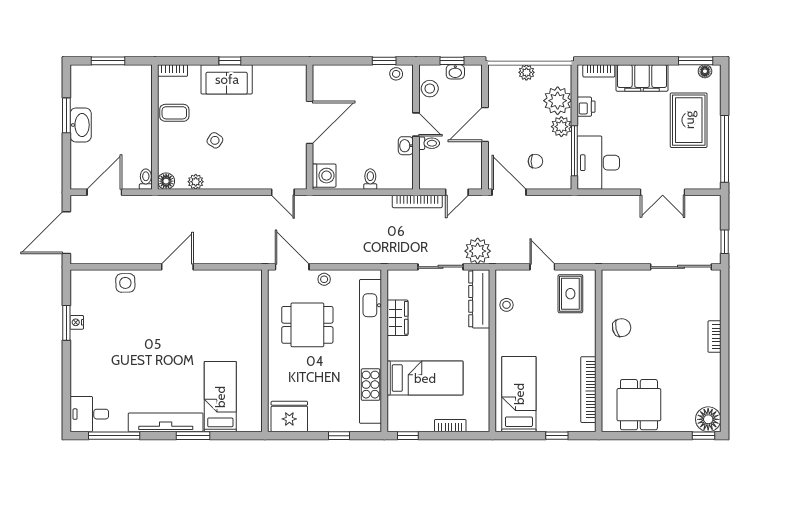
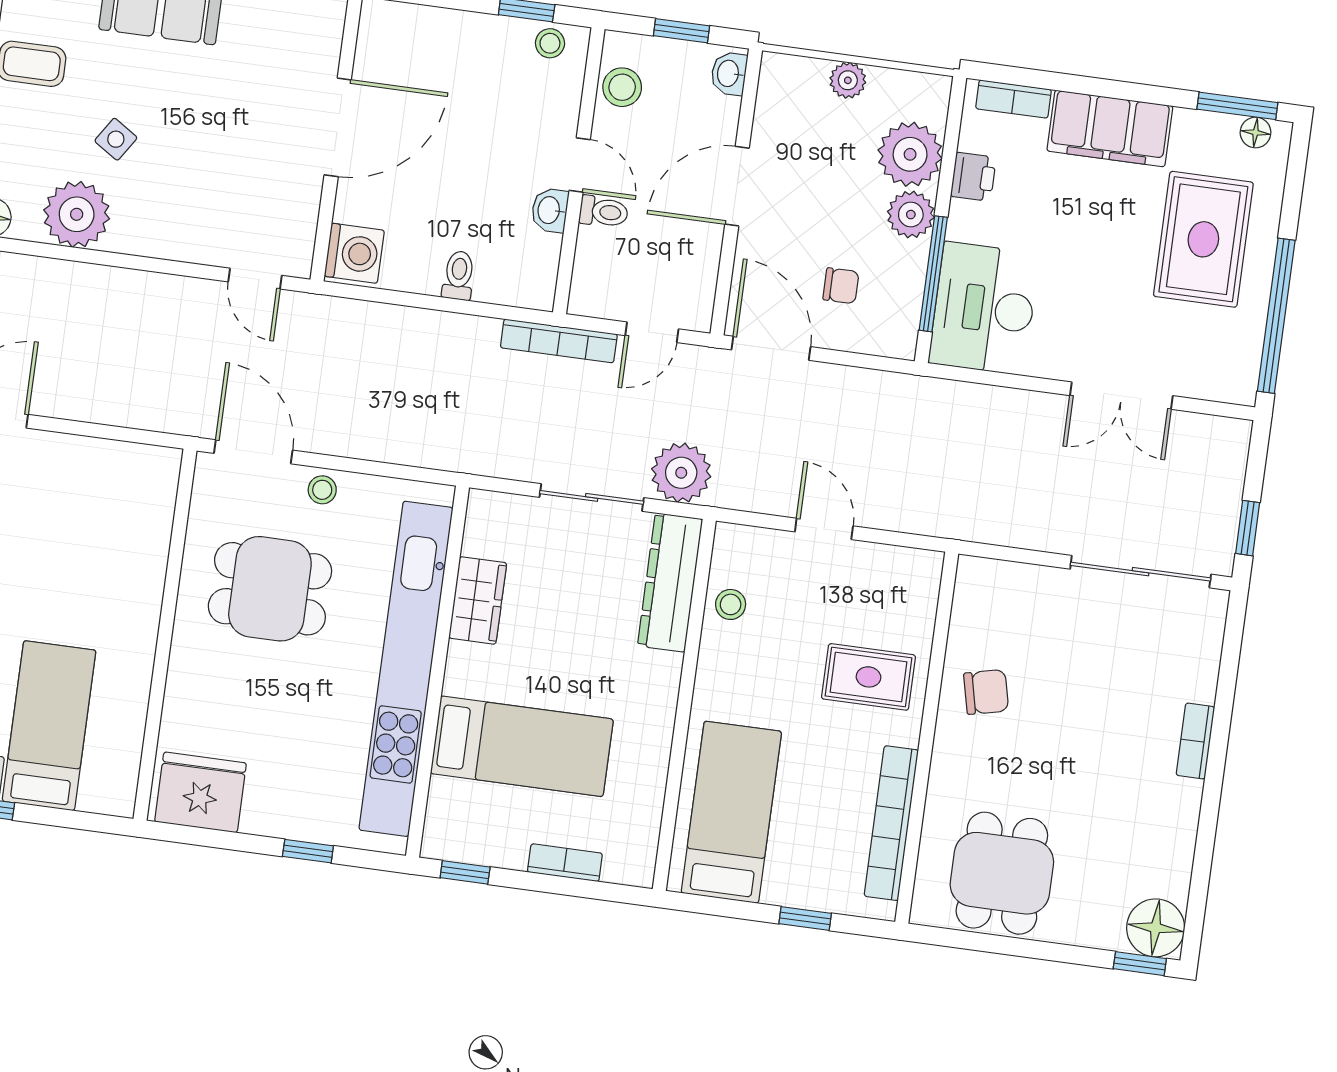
washbasin: (455, 72) -> (729, 74), moved, turned 90
plant: (196, 182) -> (77, 214), width x1.87, depth x1.87
rug: (570, 294) -> (868, 677), moved, turned 90

